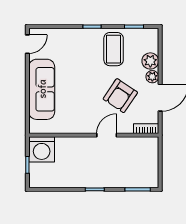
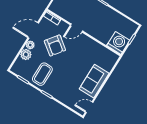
sofa: (42, 89) -> (94, 81), width x0.73
armchair: (120, 96) -> (55, 46), turned 93

